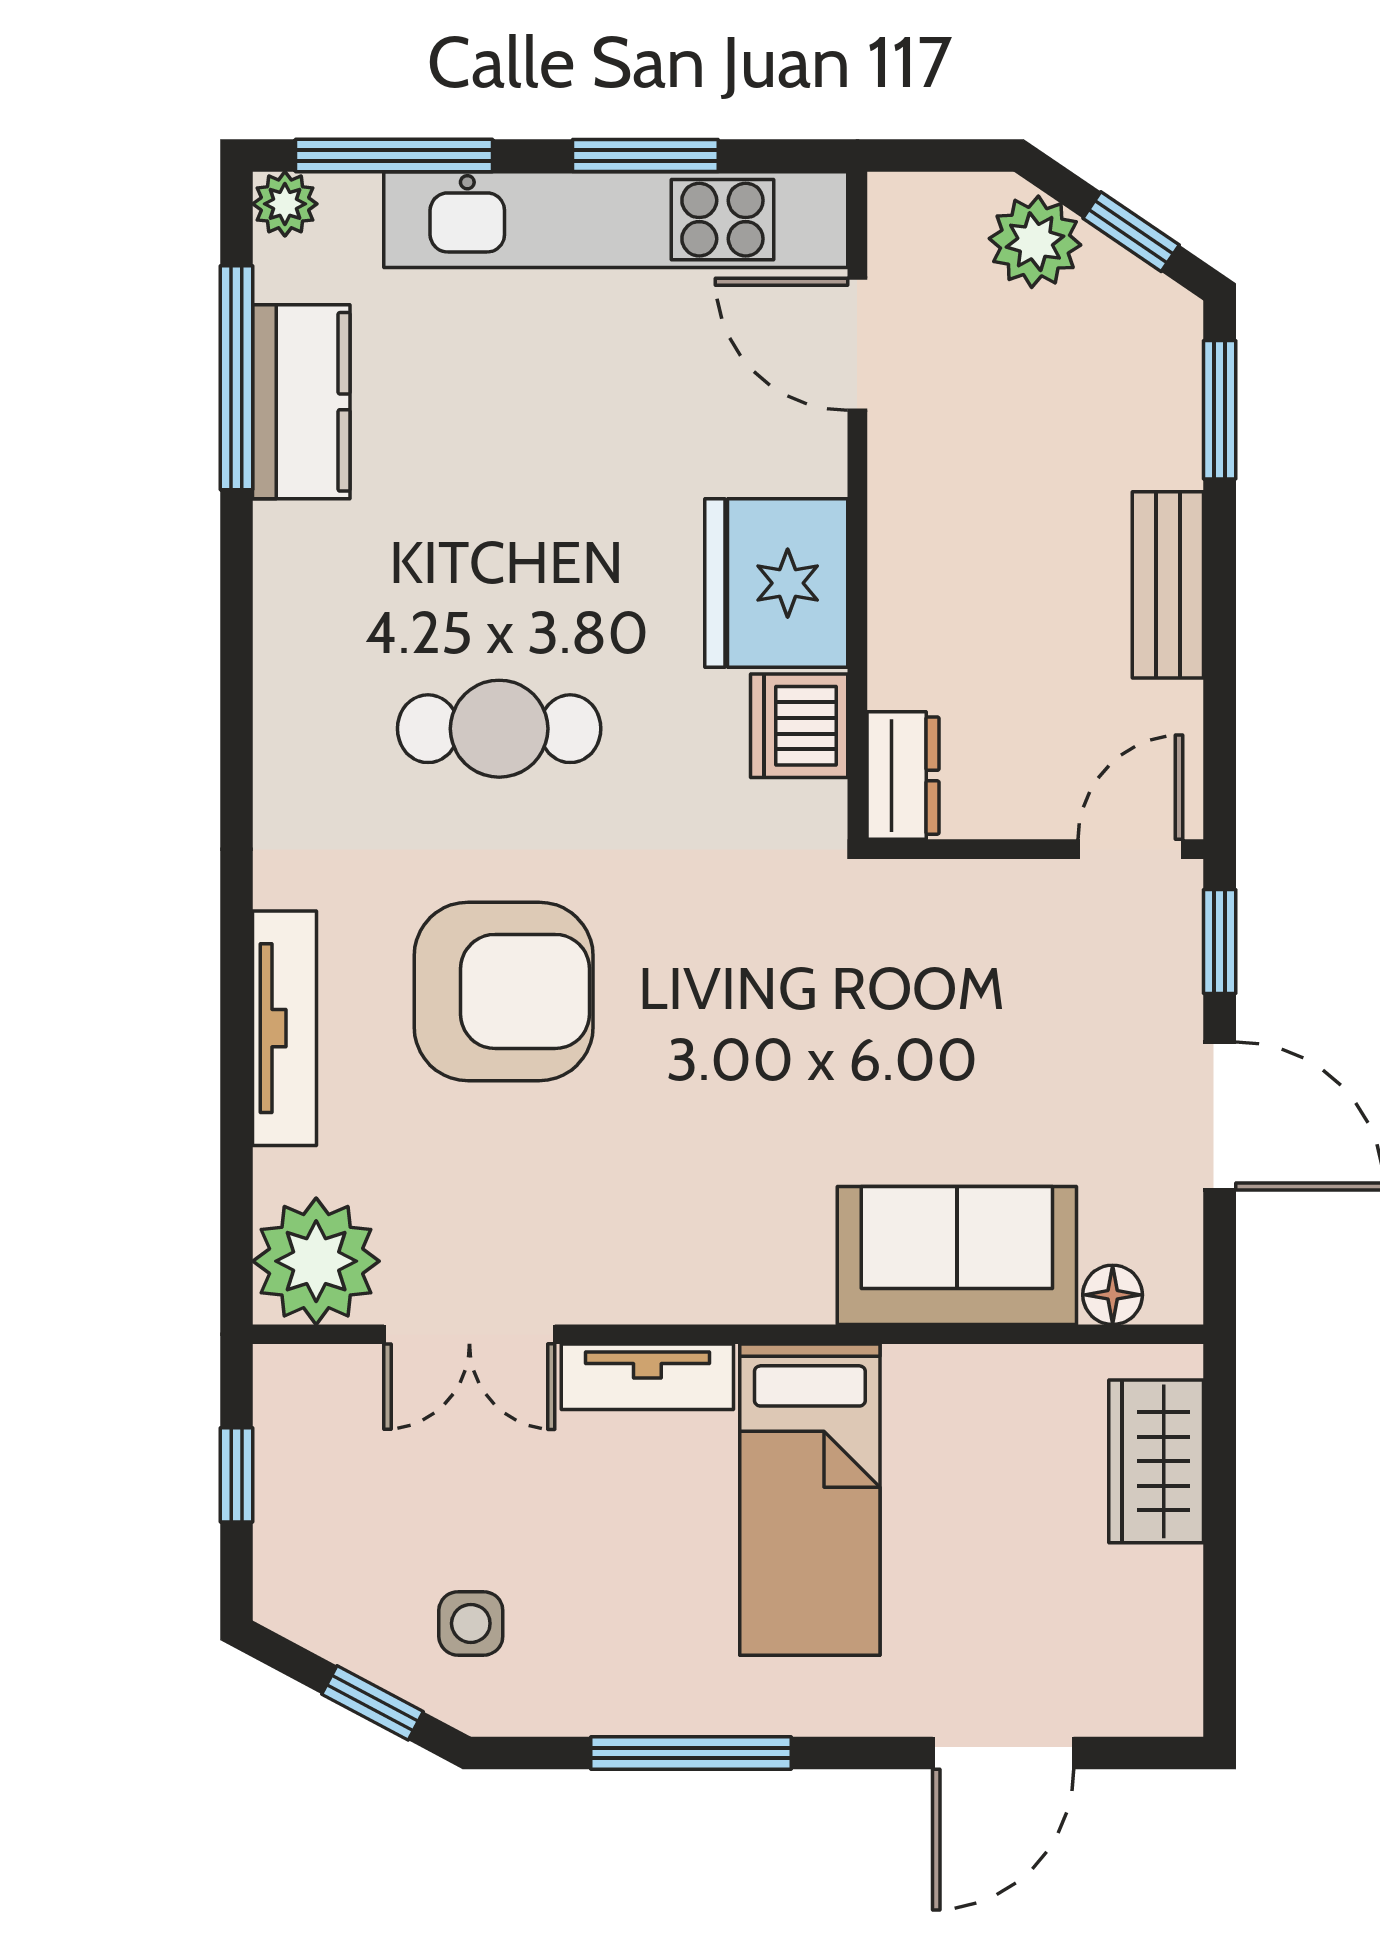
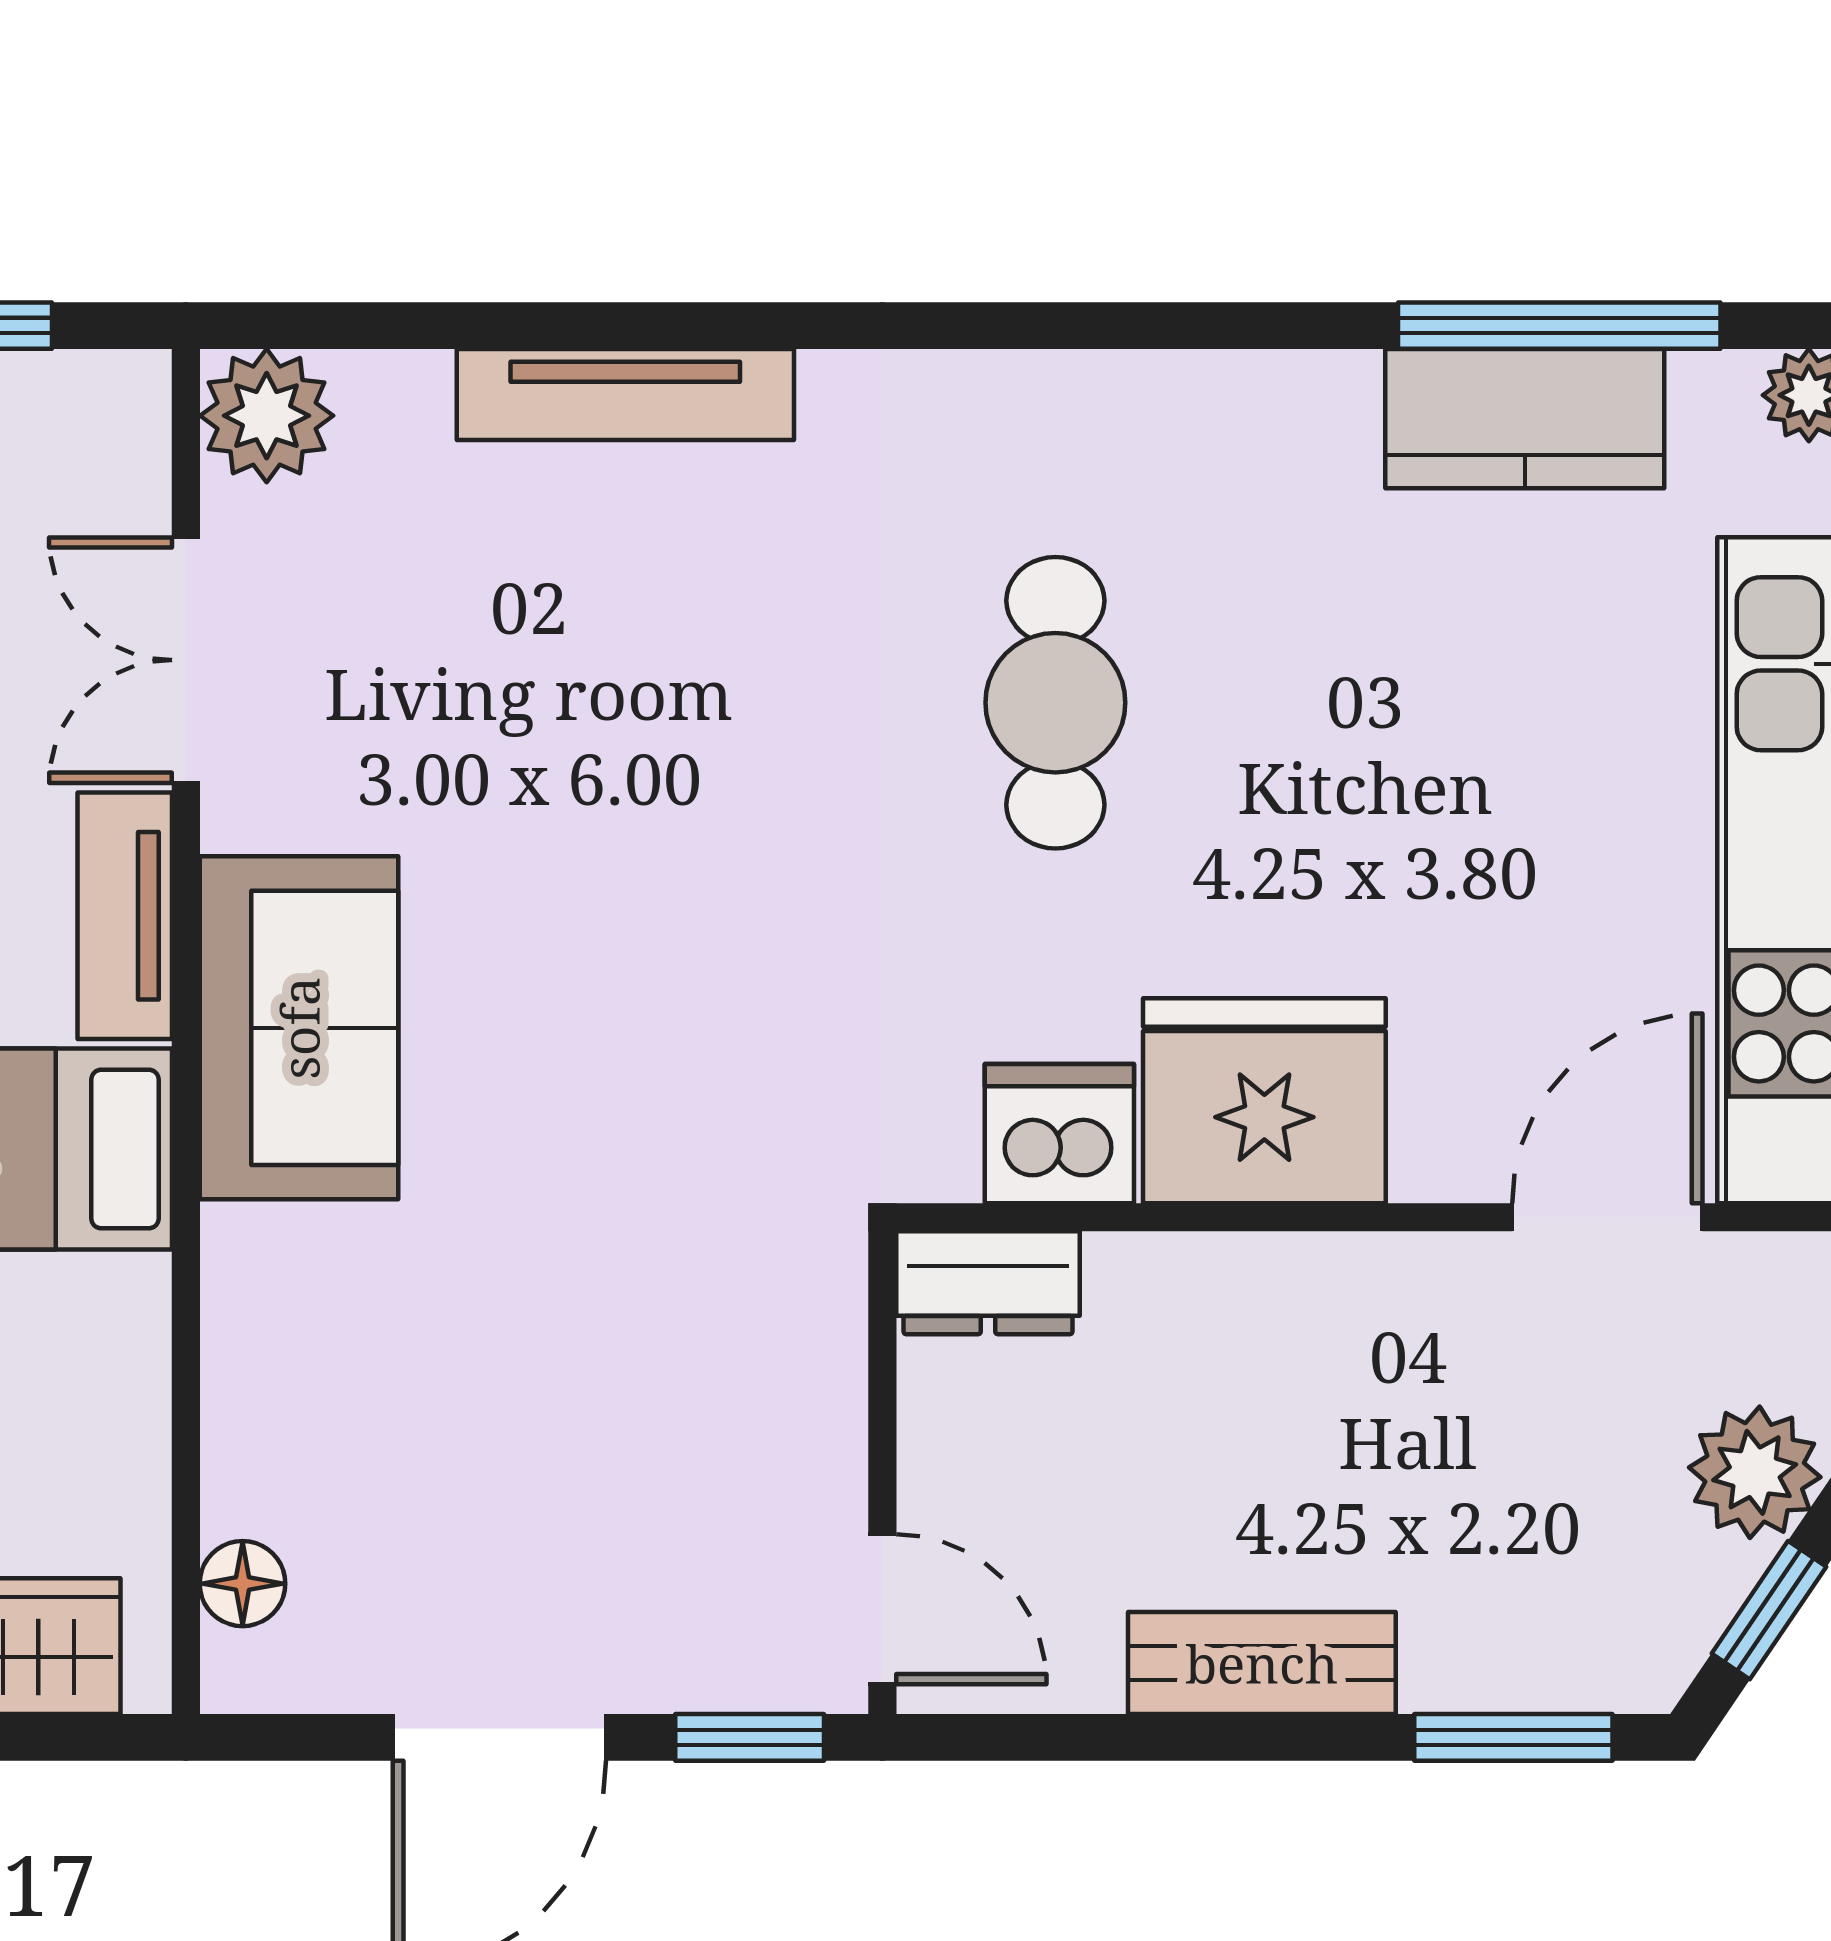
armchair: (504, 991) -> (678, 709), removed
sofa: (957, 1255) -> (299, 1028), moved
plant: (316, 1261) -> (267, 416), width x0.73, depth x0.73

